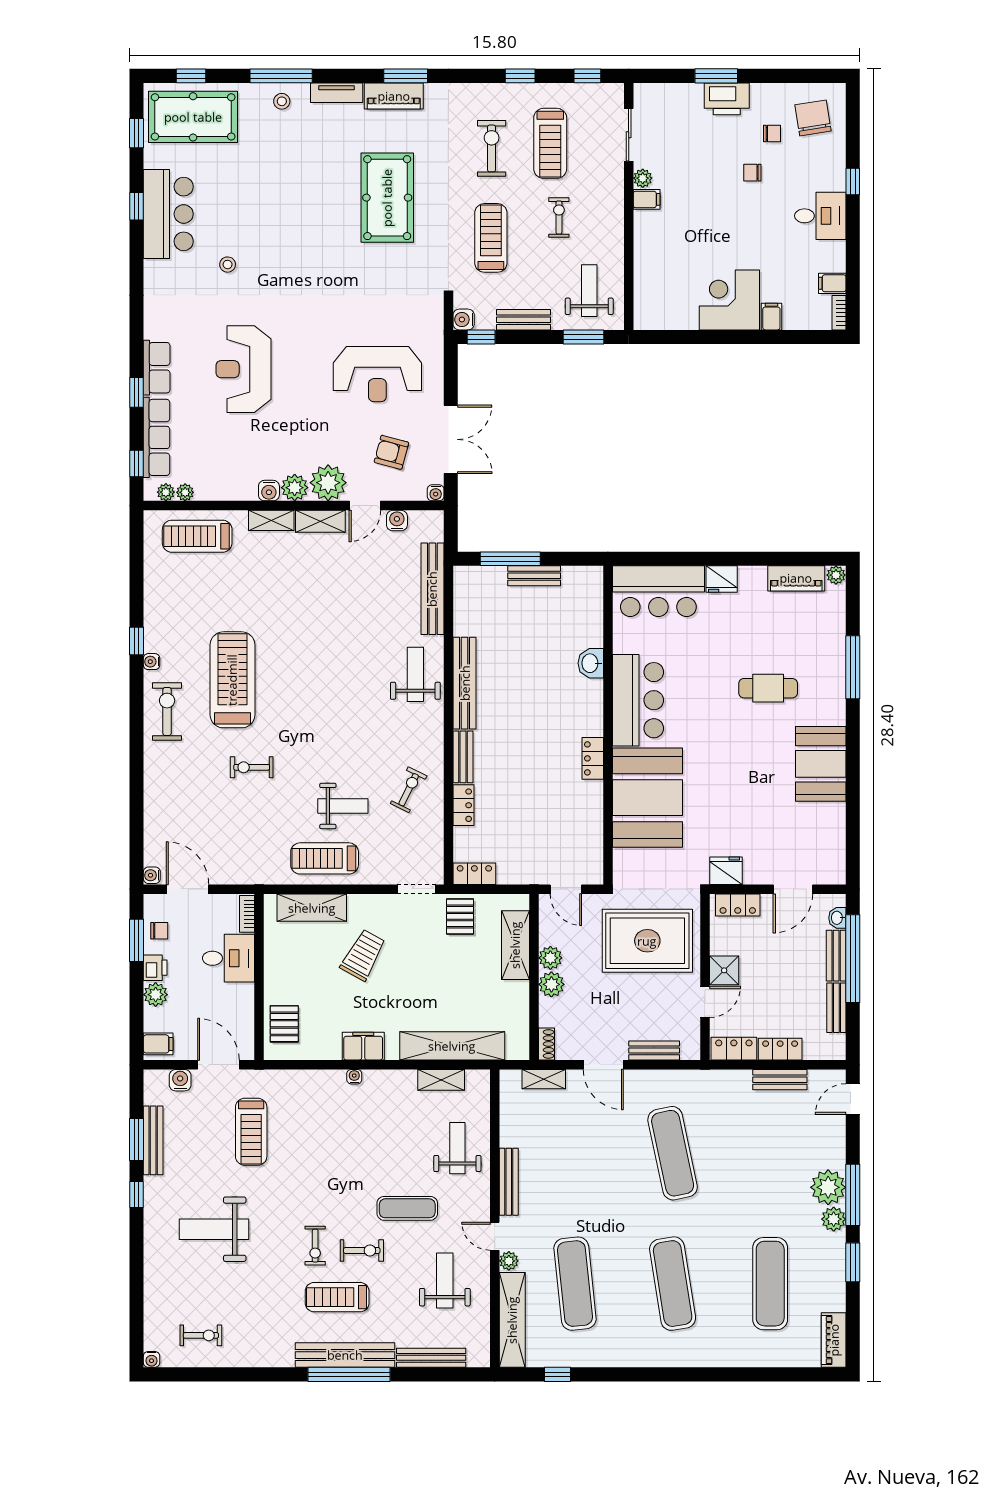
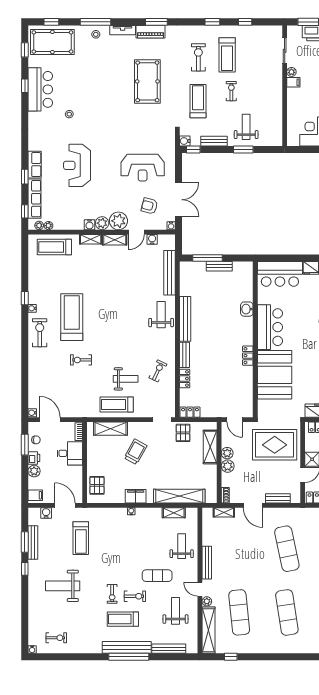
sliding door: (629, 135) -> (285, 51), moved
plant: (643, 178) -> (291, 72), moved
filing cabinet: (647, 199) -> (293, 82), moved
wall: (629, 206) -> (285, 86), moved

